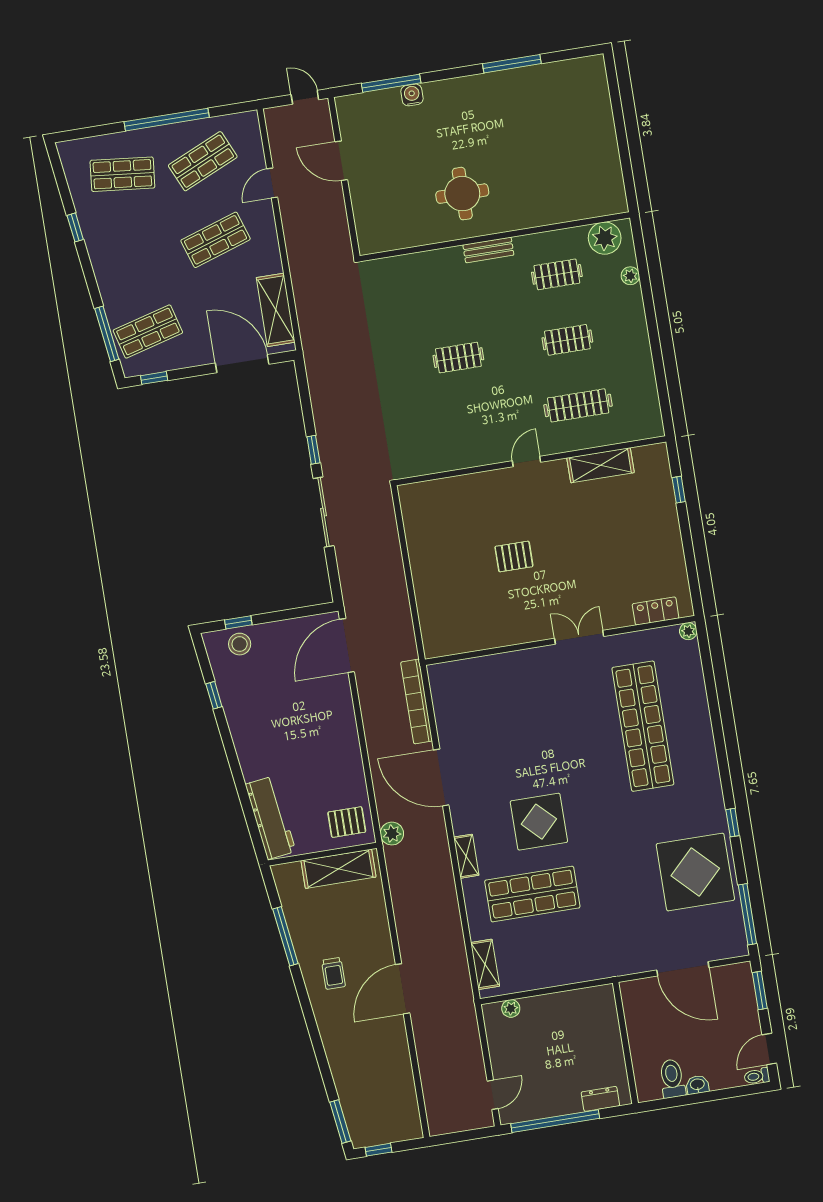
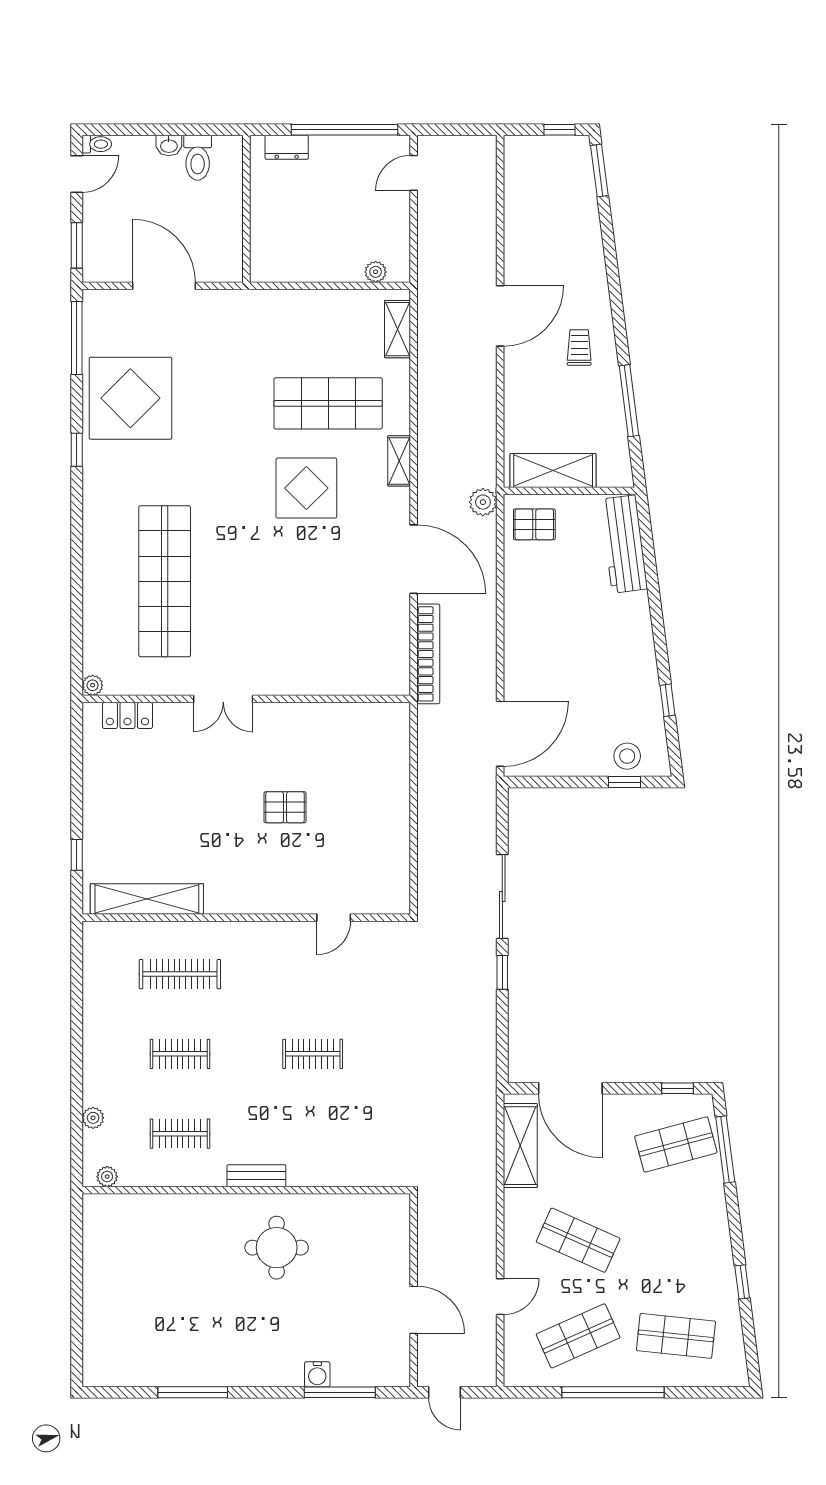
plant: (605, 238) -> (107, 1177), width x0.53, depth x0.53
shop shelf: (216, 240) -> (578, 1240), turned 42
door: (526, 461) -> (334, 918), moved
shelving: (600, 465) -> (147, 899), width x1.47

